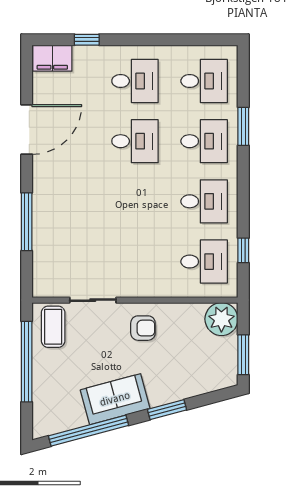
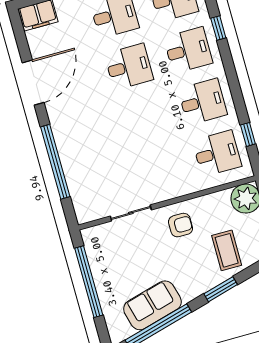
window: (243, 126) -> (218, 28), width x0.67
window: (27, 222) -> (55, 162), width x1.46
coffee table: (53, 327) -> (227, 250), moved
sofa: (115, 399) -> (152, 305), moved

